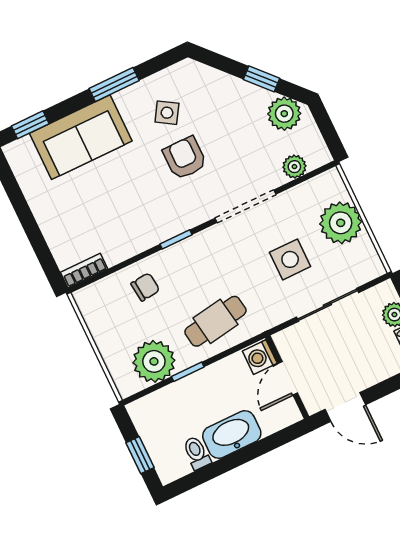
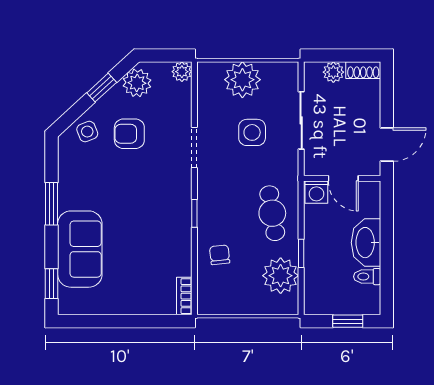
side table: (167, 113) -> (87, 132), moved, turned 36
armchair: (185, 158) -> (129, 134), moved
plant: (294, 167) -> (182, 72), moved
doorway: (245, 206) -> (194, 147), width x0.73

